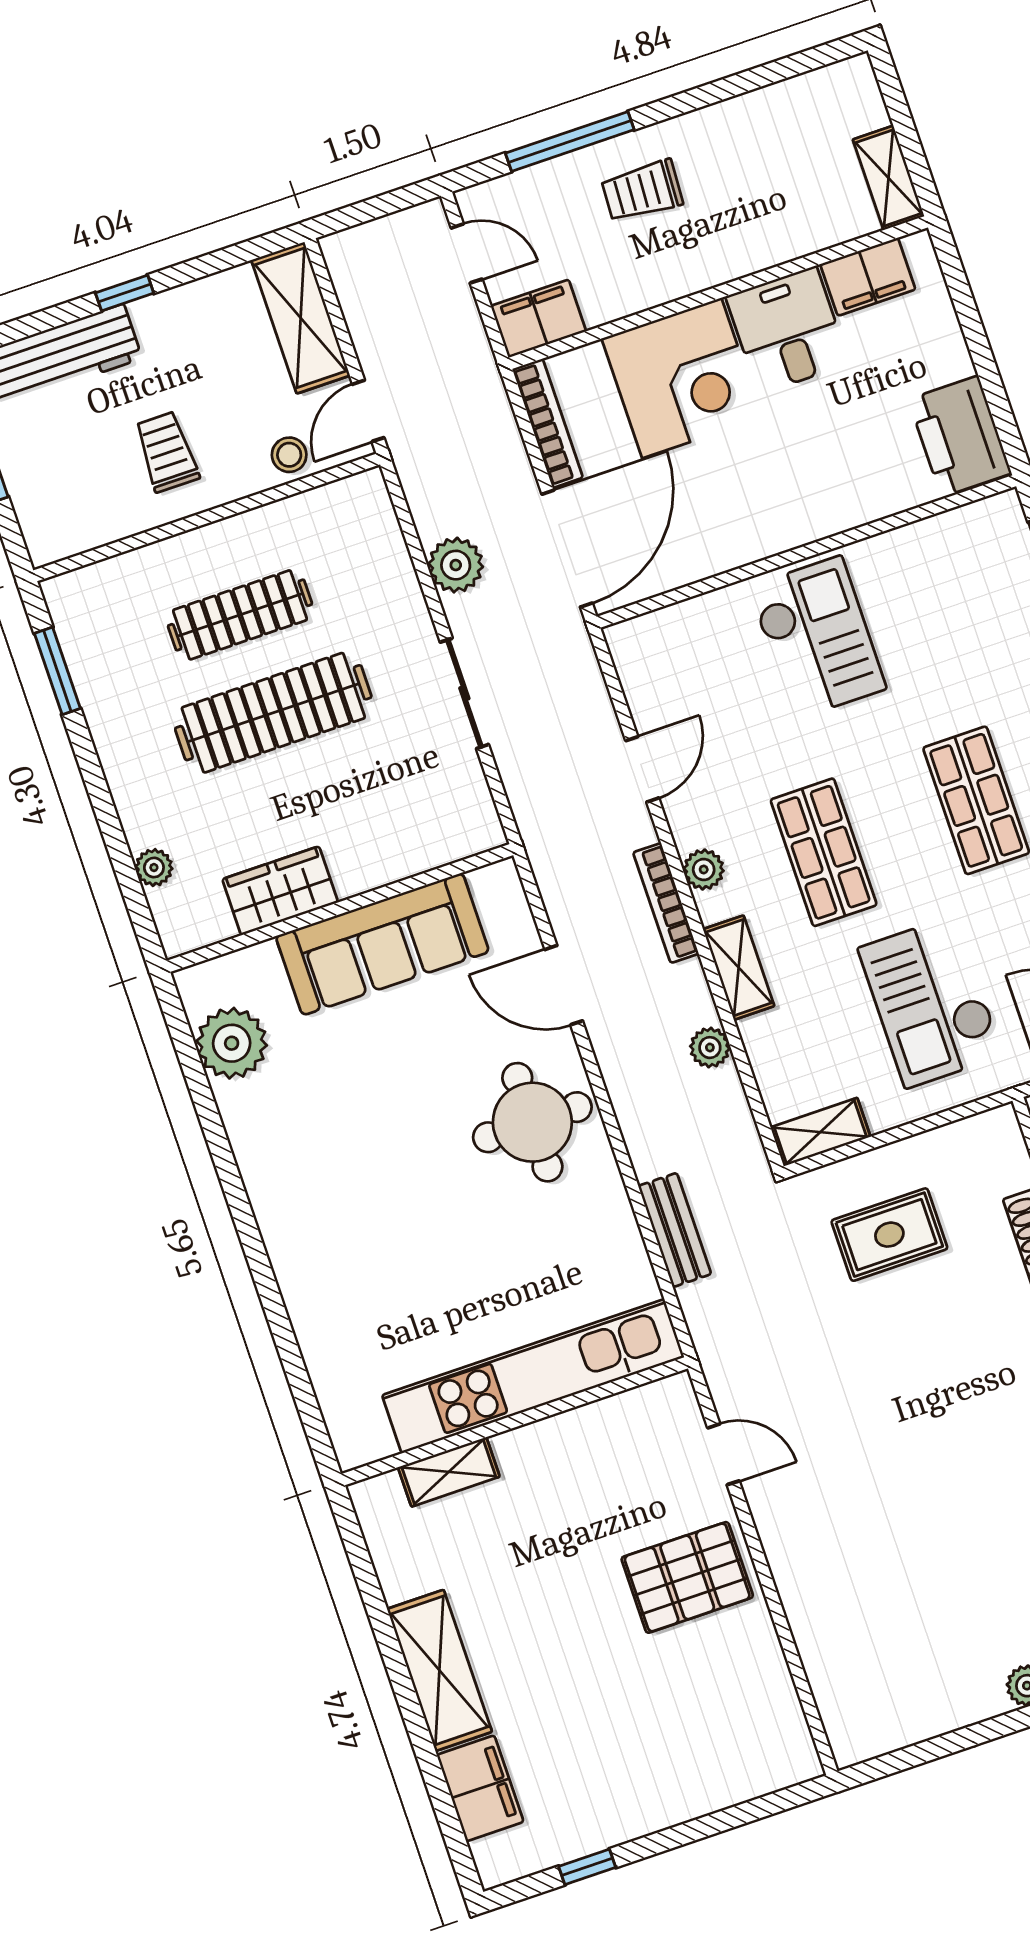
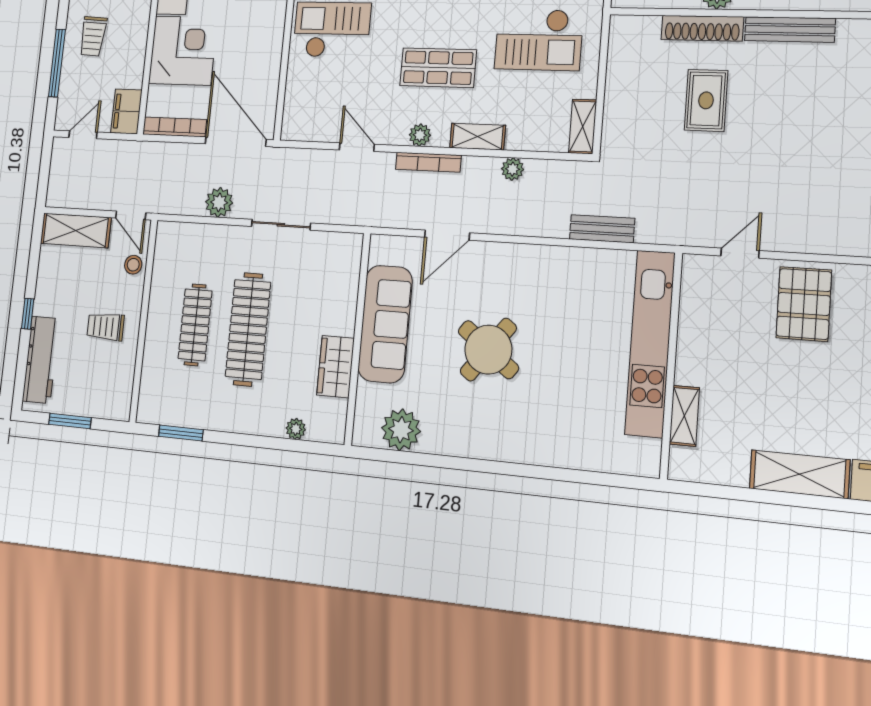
round table: (532, 1122) -> (488, 350), moved, turned 37
rug: (889, 1235) -> (706, 100), moved

